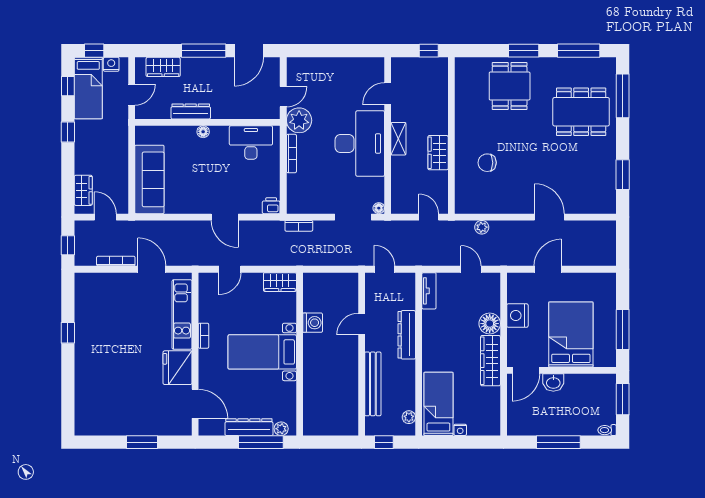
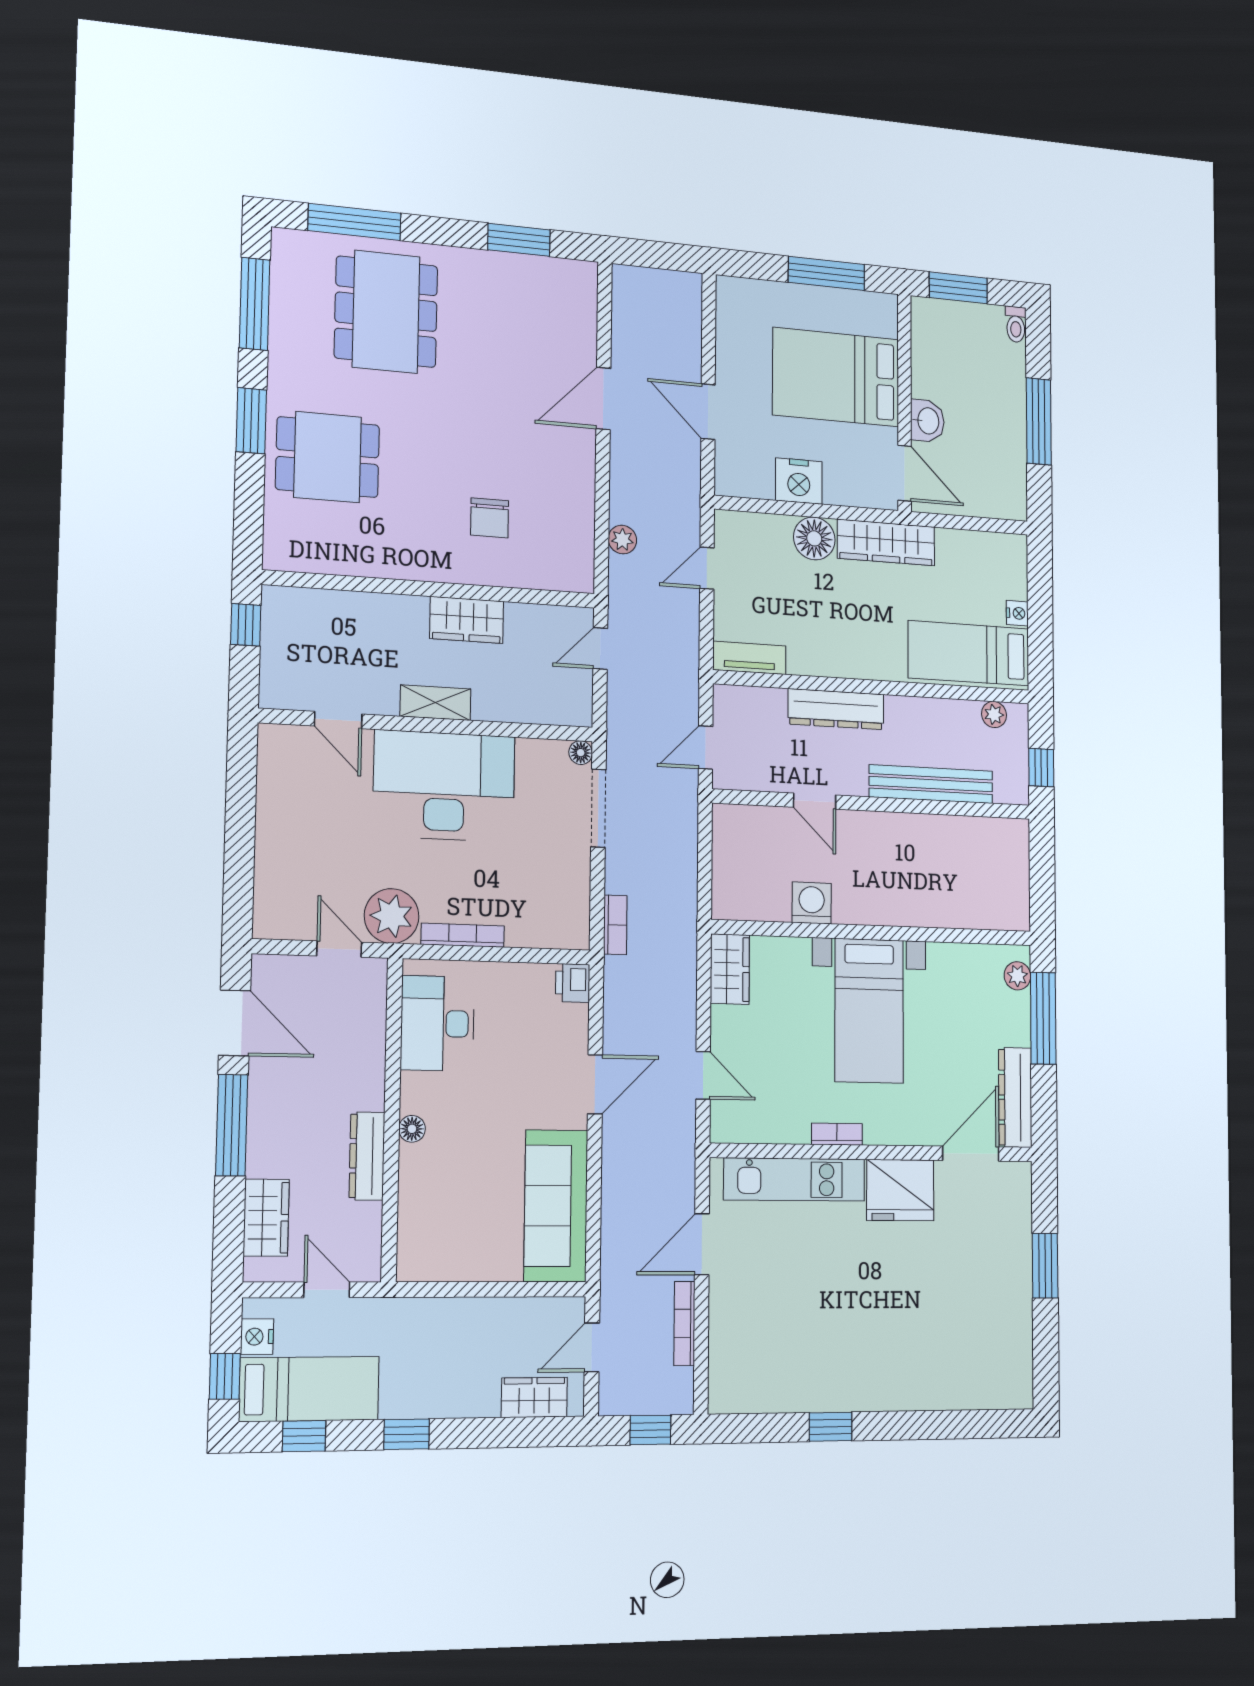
sofa: (149, 179) -> (556, 1206), moved, turned -90
dresser: (249, 427) -> (1015, 1097), moved

